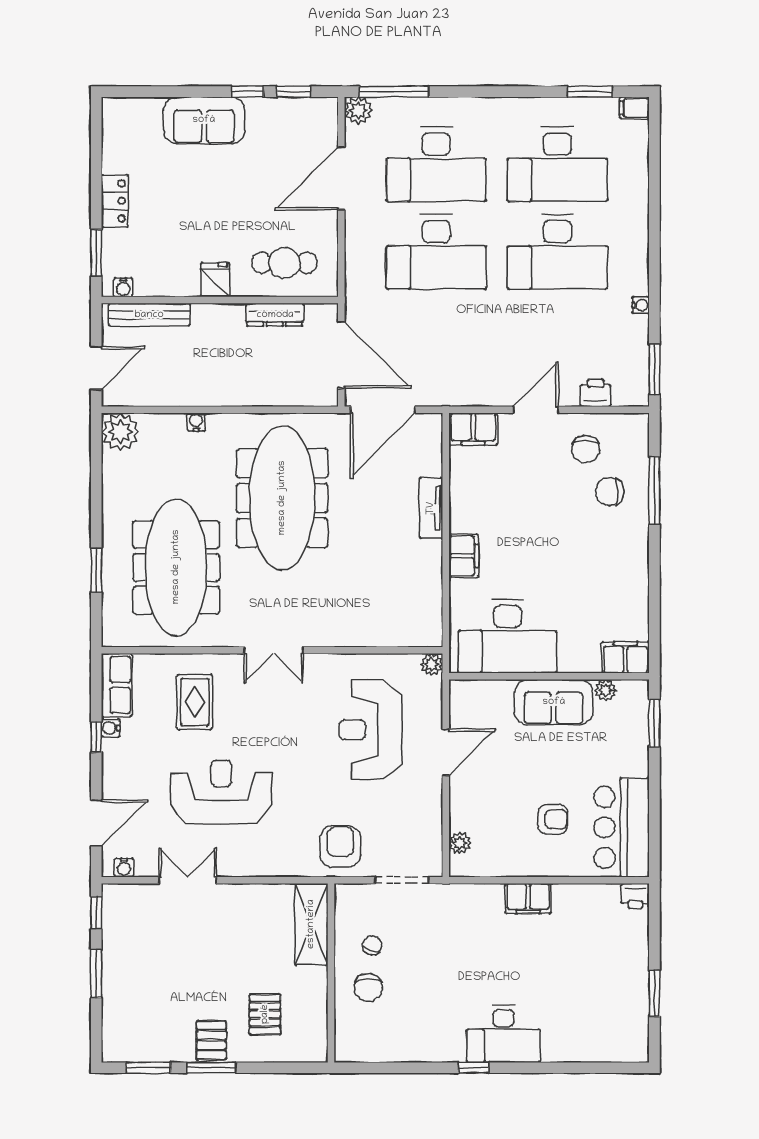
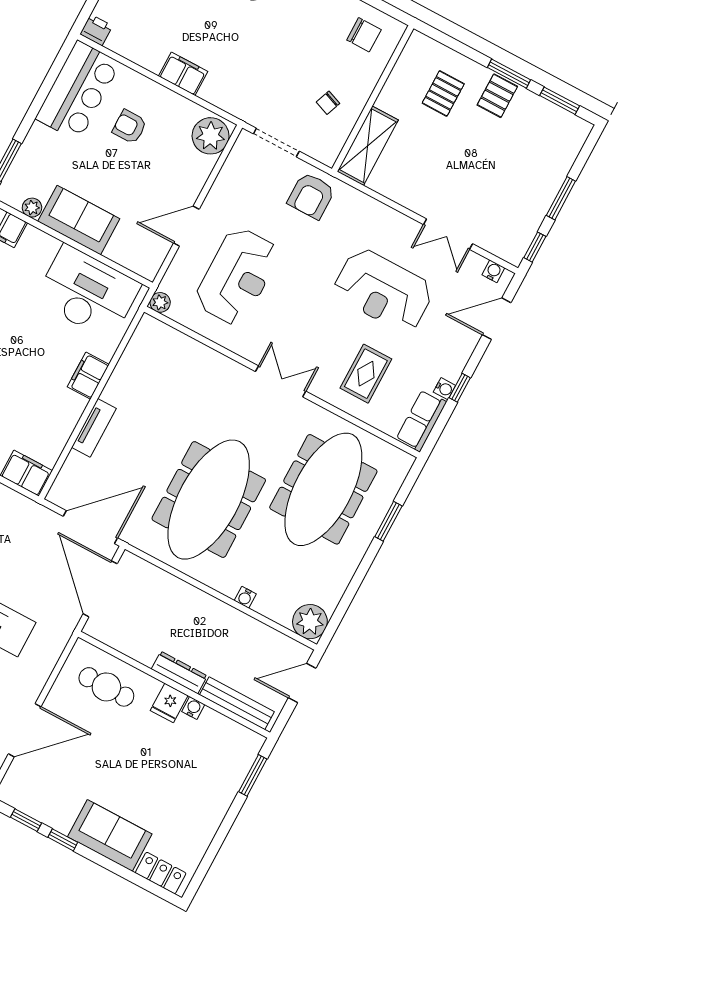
locker: (115, 201) -> (161, 873), moved, turned 90
water cooler: (123, 287) -> (193, 708), moved
dresser: (275, 315) -> (179, 673), moved
plant: (460, 843) -> (211, 136), width x1.88, depth x1.88
chair: (368, 987) -> (364, 35), moved, turned 90

